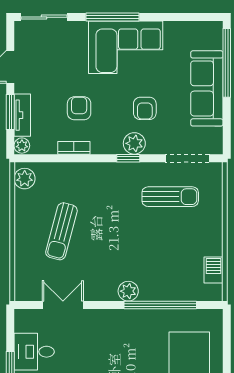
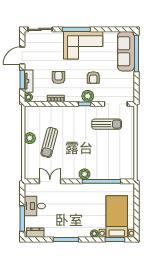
sofa: (207, 88) -> (126, 51), moved
plant: (25, 179) -> (30, 138), moved
barbecue: (214, 270) -> (130, 163), removed

